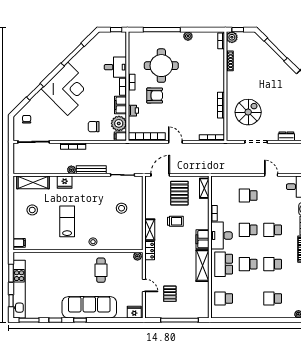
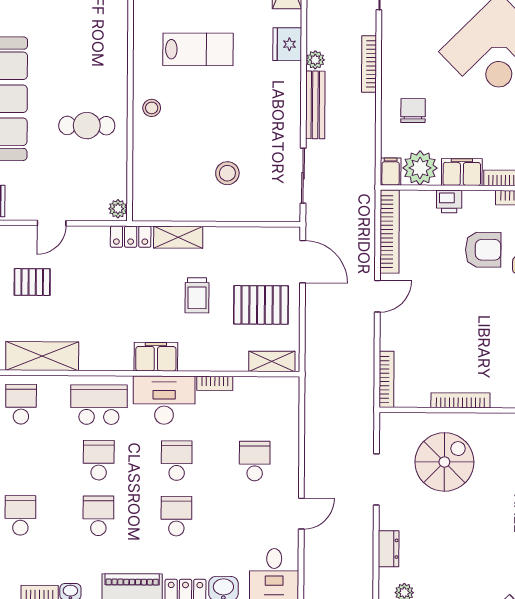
armchair: (155, 95) -> (483, 250), turned -90
spiral stairs: (248, 112) -> (444, 462), turned -90
shelving: (202, 266) -> (42, 356), moved

